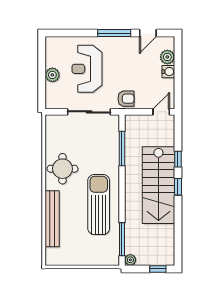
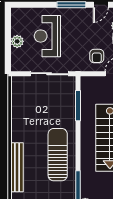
armchair: (126, 99) -> (97, 56), moved, turned 90
round table: (62, 169) -> (26, 123), removed

